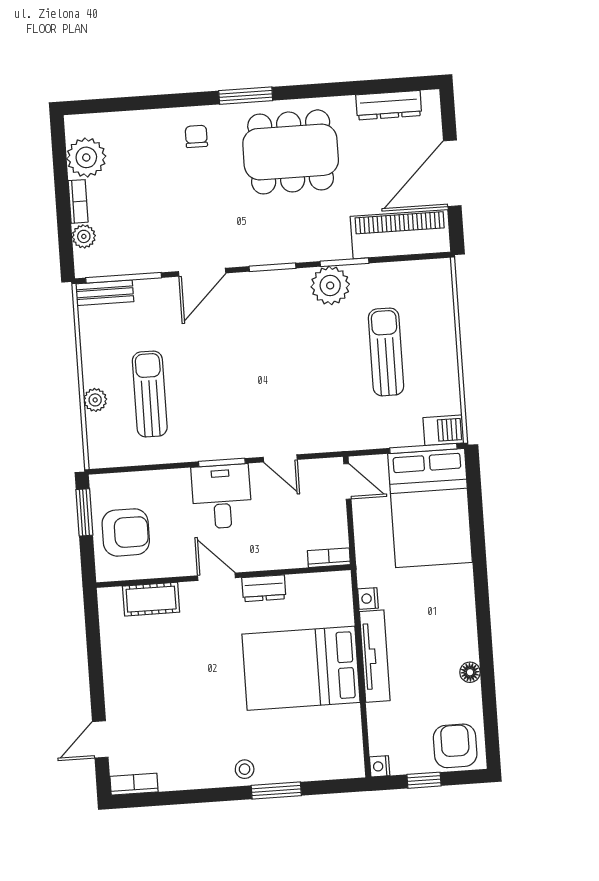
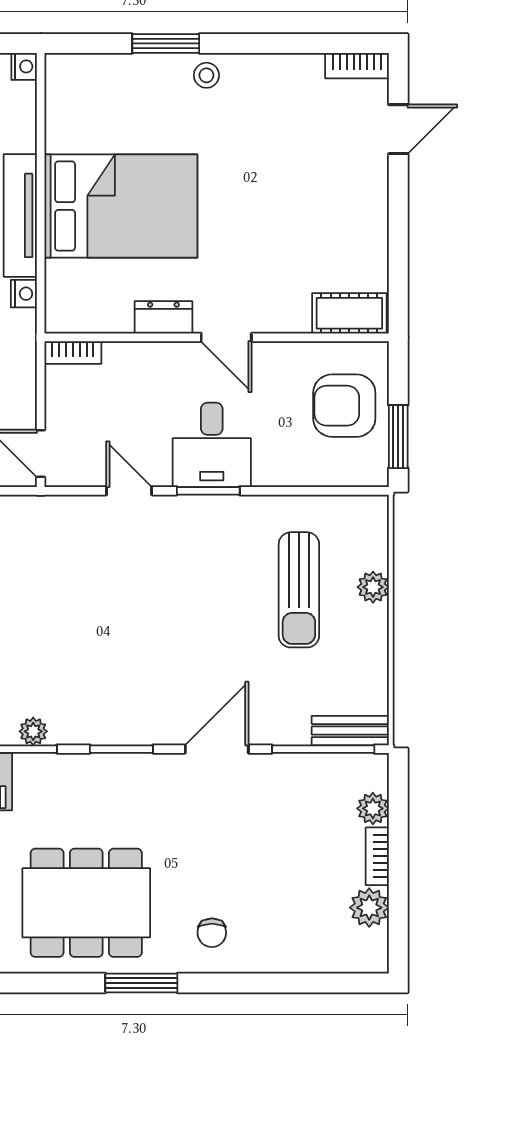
plant: (86, 157) -> (369, 908), width x0.73, depth x0.73
plant: (330, 286) -> (33, 731), width x0.53, depth x0.53
cot: (151, 599) -> (349, 313), moved

